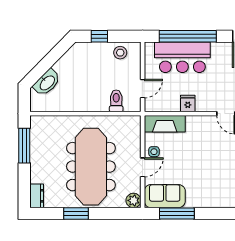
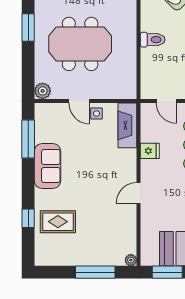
toilet: (116, 101) -> (153, 40), moved
meeting table: (91, 167) -> (80, 44), width x0.73
sofa: (165, 196) -> (47, 166), moved

